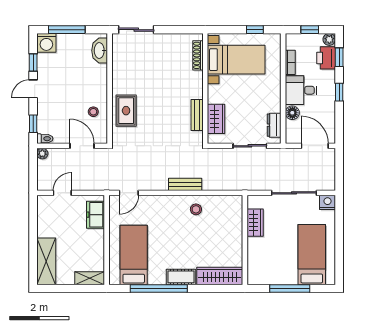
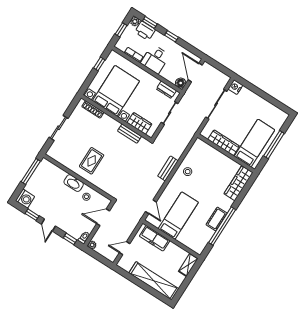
window: (67, 30) -> (31, 171), moved
sliding door: (136, 30) -> (59, 128), moved
washbasin: (100, 51) -> (74, 183), moved
bed with nightstands: (236, 60) -> (116, 91), width x1.36
rug: (126, 111) -> (92, 161), moved, turned 90
floor lamp: (292, 113) -> (181, 83), moved
door: (315, 146) -> (195, 73), hinge flipped
door: (62, 193) -> (125, 248), hinge flipped
freezer: (96, 215) -> (155, 238), width x1.40
wardrobe: (255, 223) -> (224, 143), width x1.50
bed: (134, 255) -> (178, 216), moved, turned 90
bed: (312, 255) -> (254, 143), moved, turned 90
shelving: (46, 261) -> (154, 281), width x1.47
cot: (181, 277) -> (217, 219), moved

